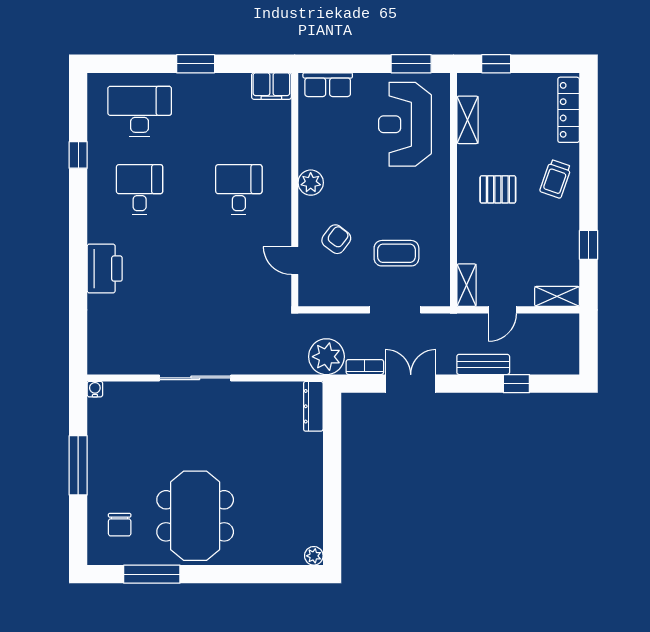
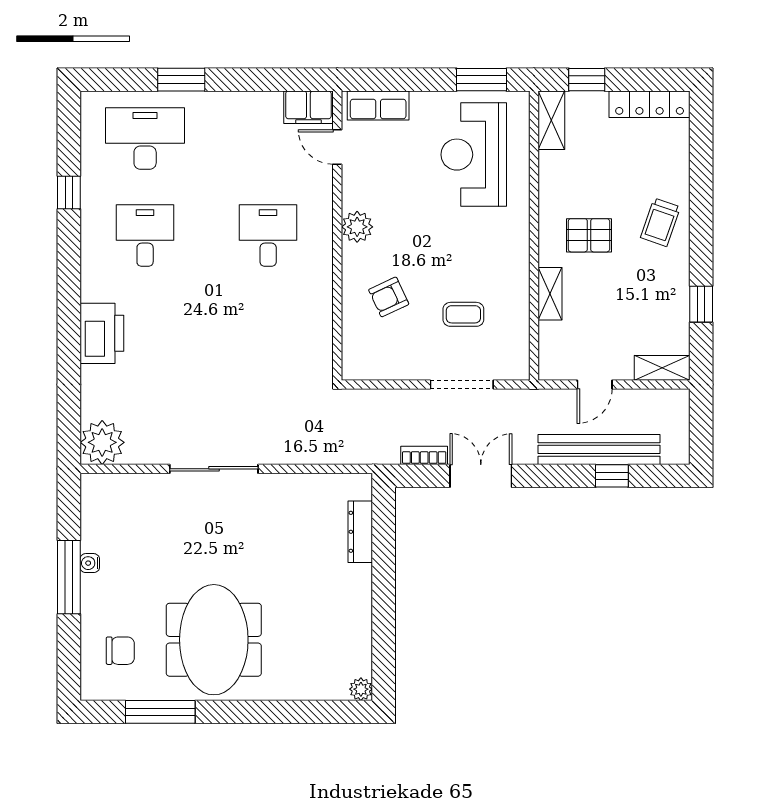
window: (196, 64) -> (181, 80), moved
locker: (569, 110) -> (650, 104), moved, turned -90
shelving: (468, 120) -> (551, 120), moved
armchair: (336, 239) -> (389, 297), turned -152
coffee table: (396, 253) -> (463, 314), width x0.73, depth x0.77
door: (295, 260) -> (337, 147), moved
shelving: (466, 285) -> (550, 294), moved
plant: (326, 357) -> (102, 442), moved
bench: (483, 364) -> (599, 449), width x1.86, depth x1.21
water cooler: (95, 389) -> (90, 563), moved, turned -90
dresser: (313, 406) -> (360, 532), moved
chair: (120, 525) -> (120, 651), turned -90

